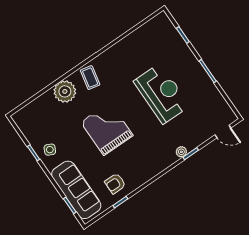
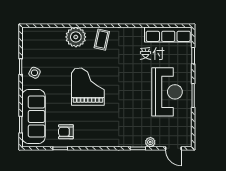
row of seats: (147, 31) -> (168, 35), added
reception desk: (162, 94) -> (167, 92), moved
plant: (181, 152) -> (150, 142), moved

